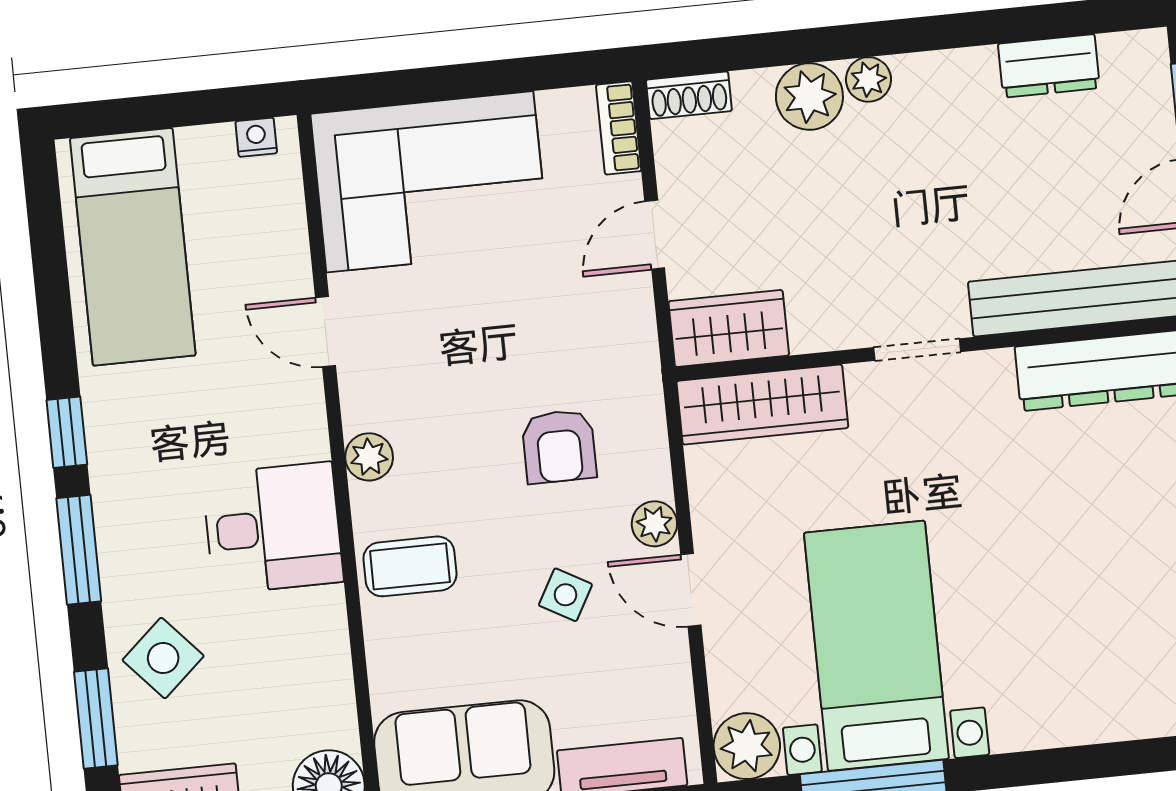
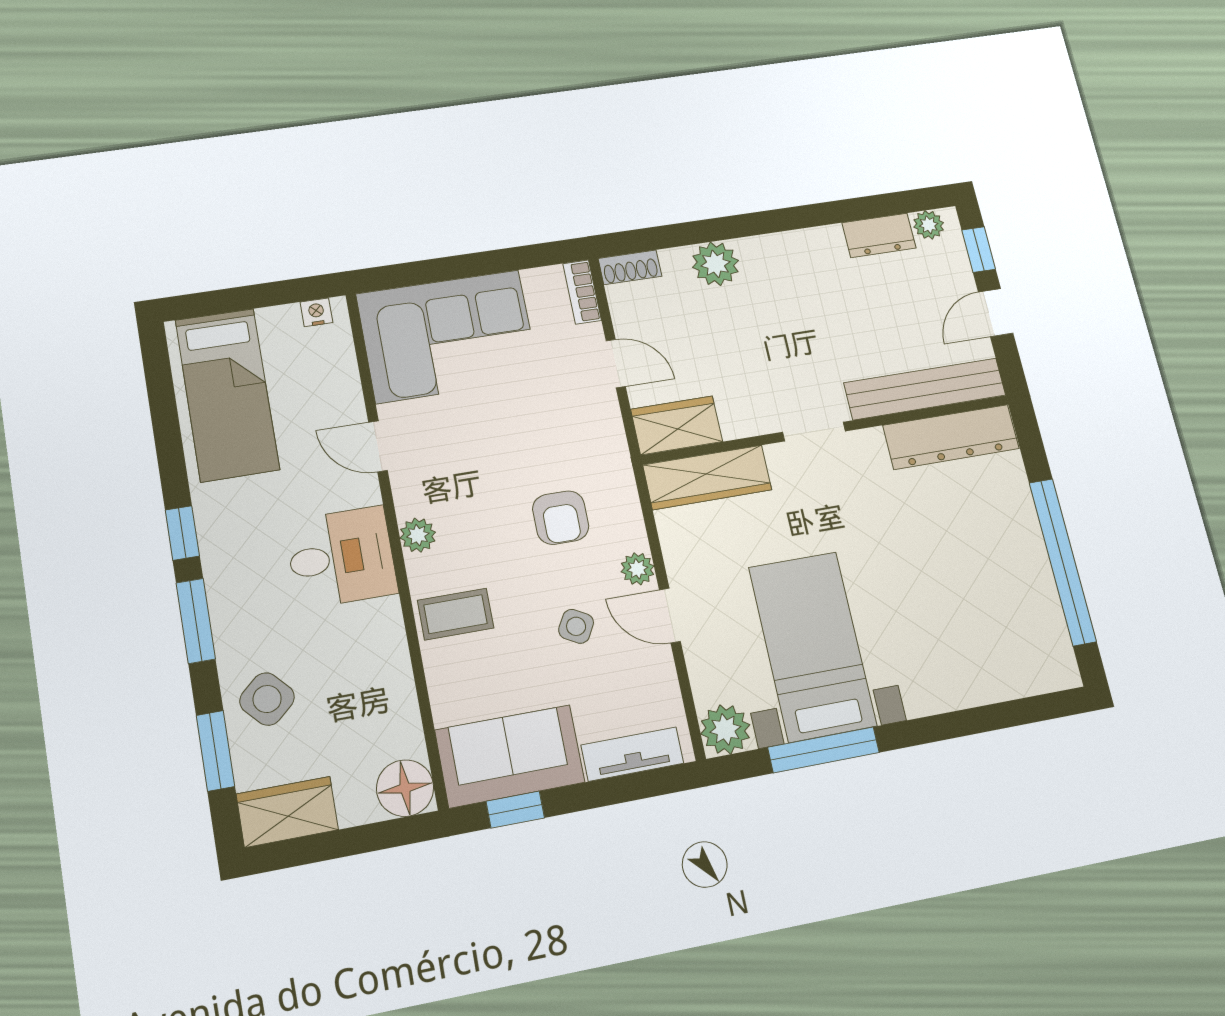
plant: (868, 79) -> (929, 225), moved
door: (655, 235) -> (616, 364), swing flipped
desk: (273, 528) -> (341, 557), moved

